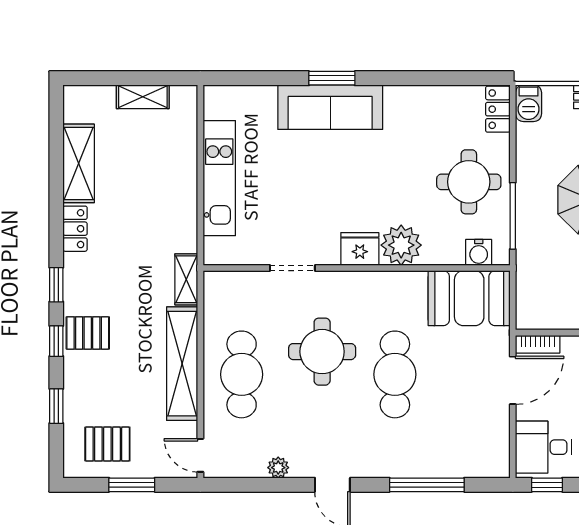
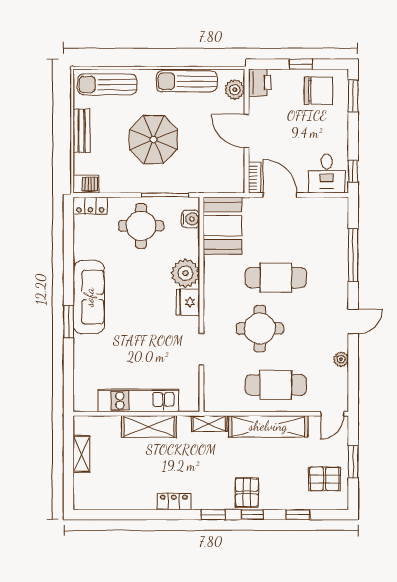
sofa: (330, 107) -> (89, 297), moved
shelving: (79, 163) -> (149, 427), moved
pallet: (107, 444) -> (325, 479), turned 90

